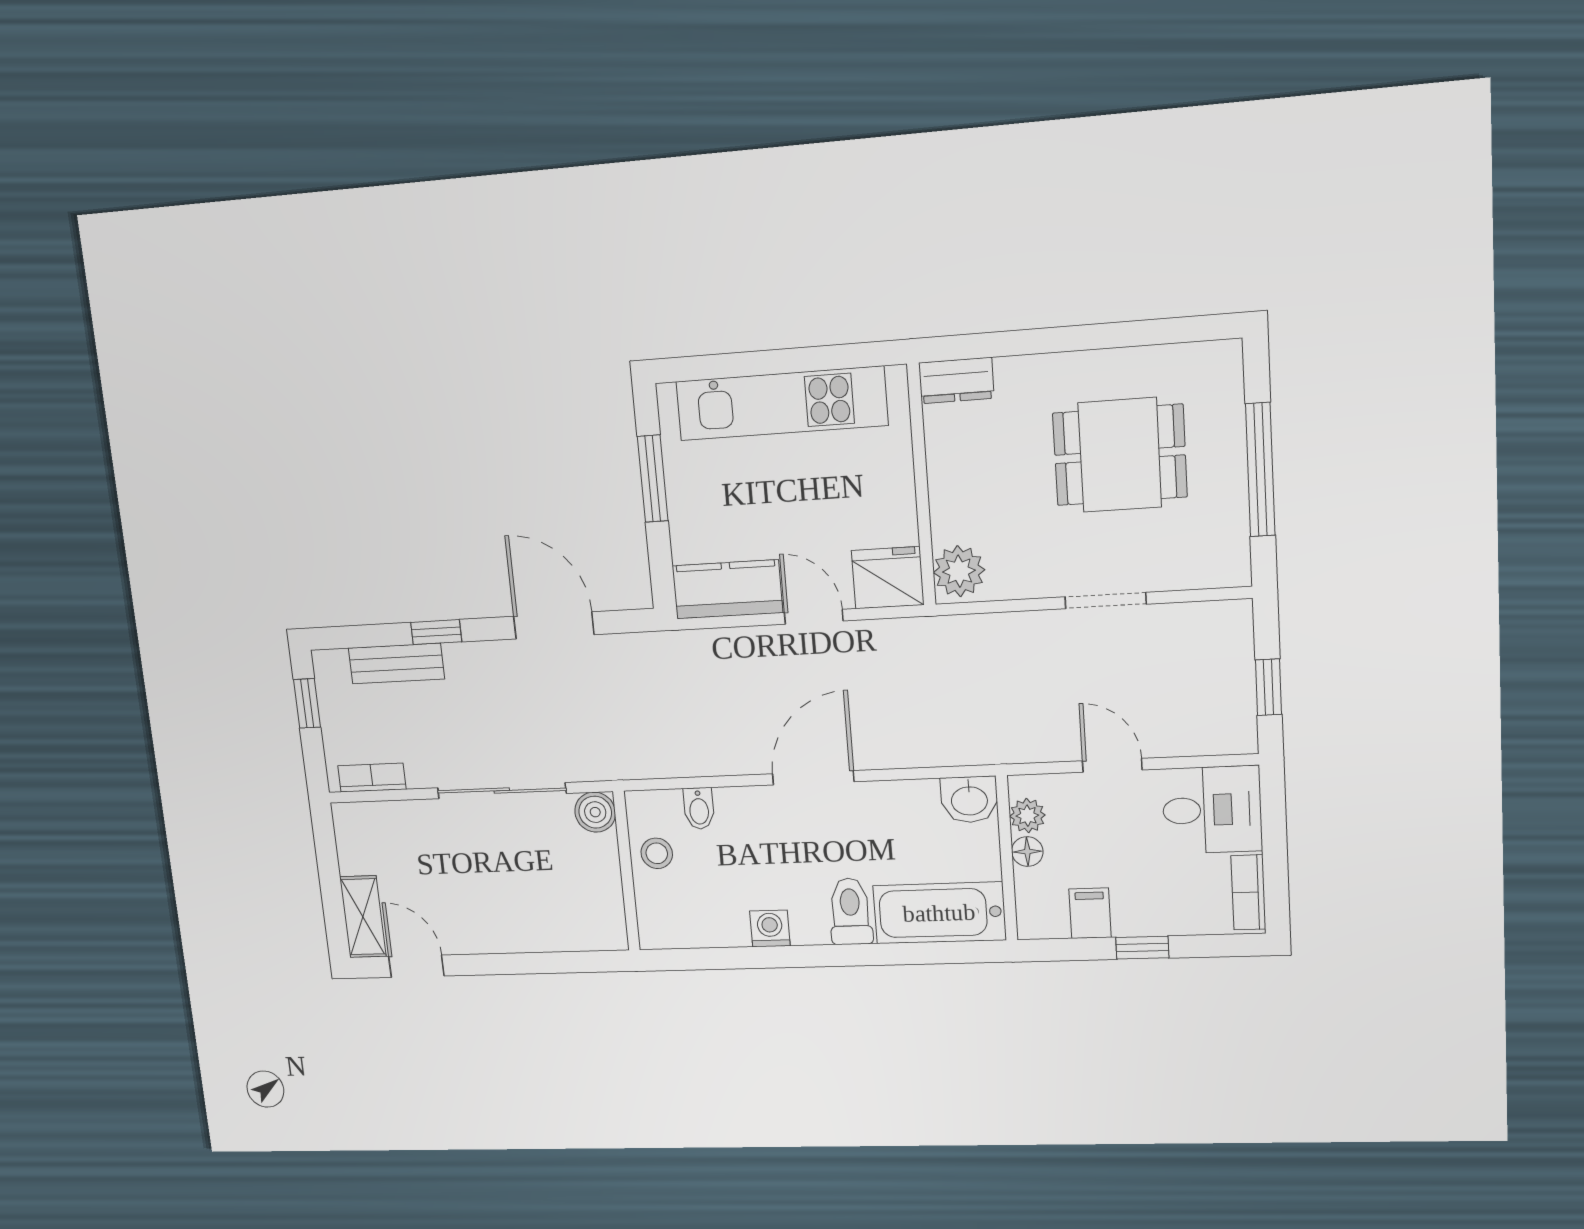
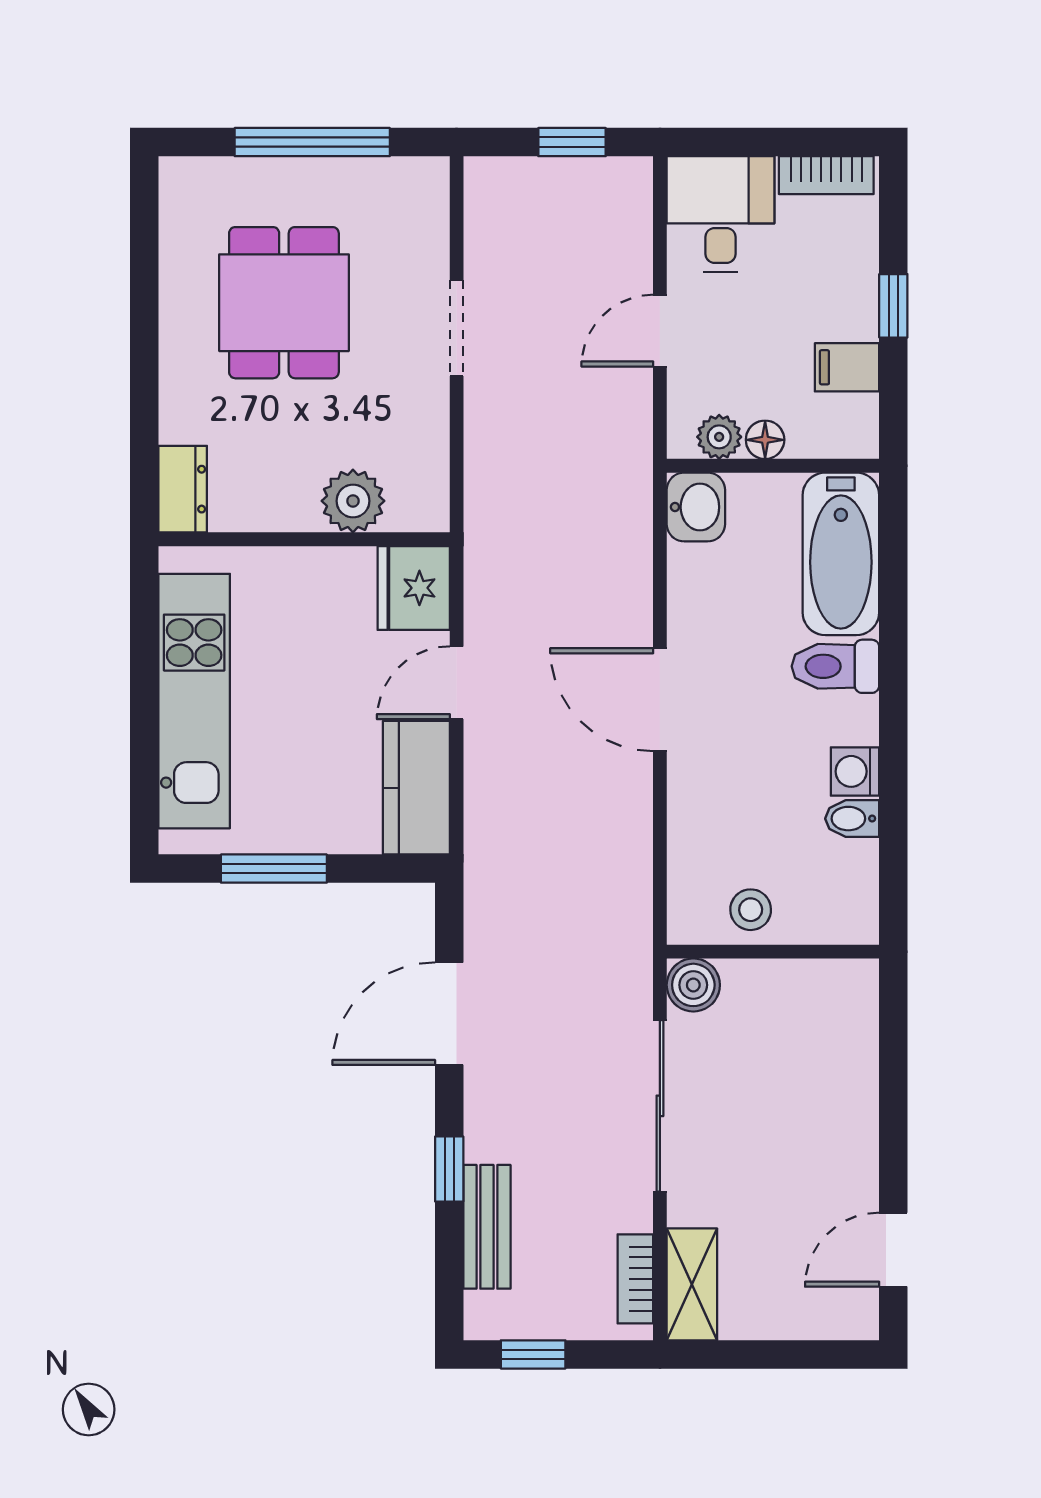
plant: (959, 571) -> (353, 501), moved
bidet: (699, 808) -> (852, 819), moved, turned 180
shelving: (363, 917) -> (692, 1284), moved, turned 90

